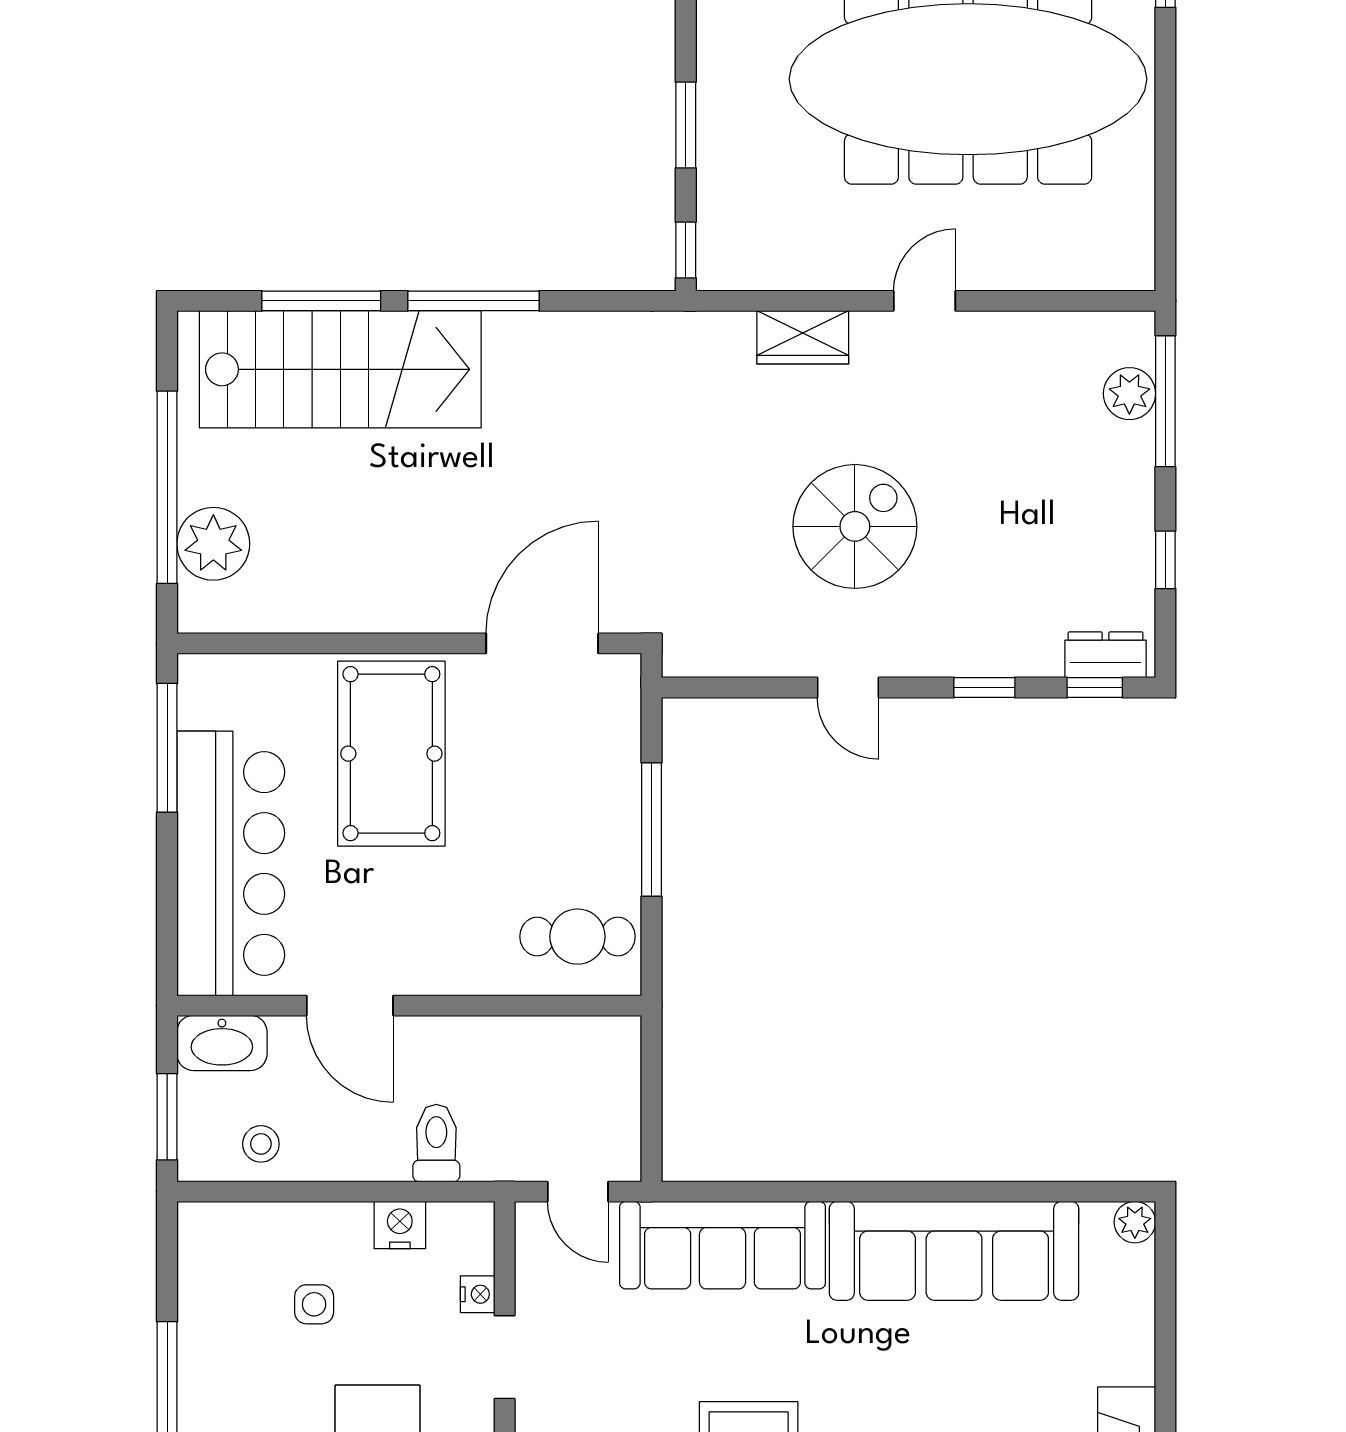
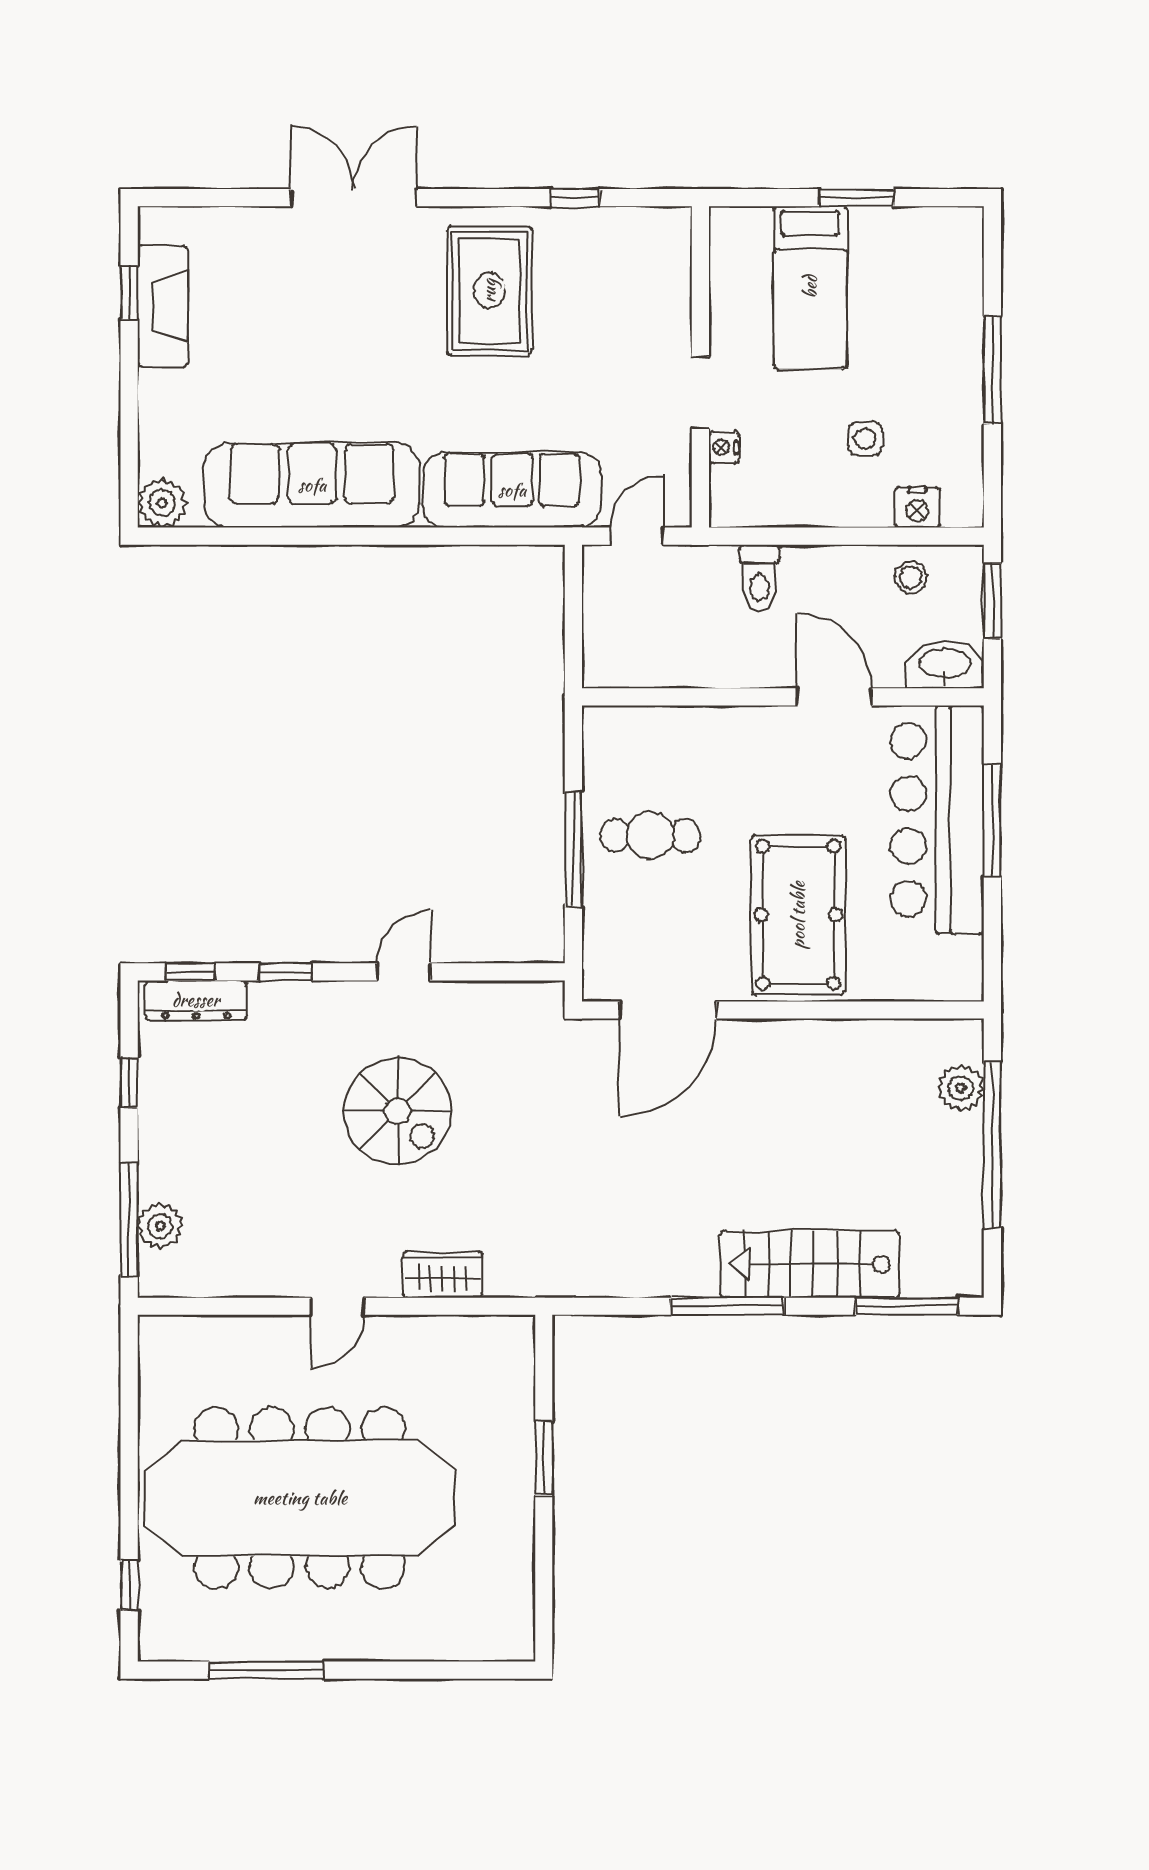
window: (686, 250) -> (544, 1350), removed
window: (321, 301) -> (906, 1306), moved
stairs: (340, 369) -> (810, 1264), width x0.73, depth x0.66
spiral stairs: (855, 526) -> (398, 1111), turned -90
plant: (213, 544) -> (961, 1088), width x0.73, depth x0.73
dresser: (1106, 655) -> (196, 1000), width x1.44
door: (848, 687) -> (403, 972), hinge flipped
window: (167, 748) -> (992, 820), moved
cafe table: (577, 937) -> (650, 836), moved
door: (578, 1192) -> (637, 536), hinge flipped
plant: (1135, 1222) -> (162, 503), width x1.38, depth x1.38
nightstand: (400, 1225) -> (917, 507), moved

